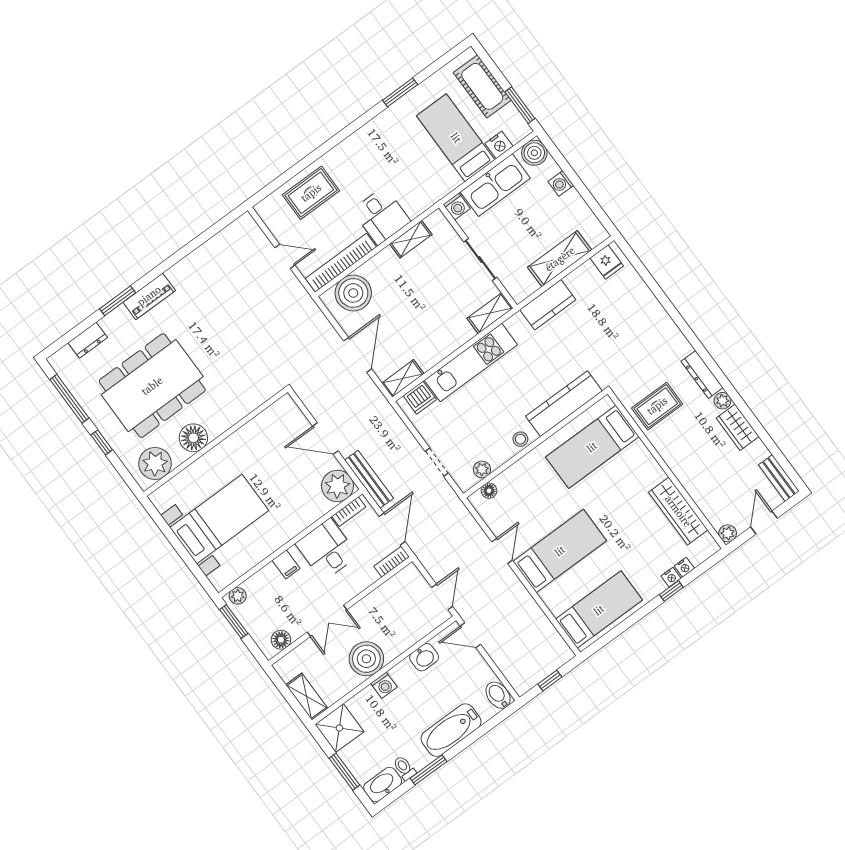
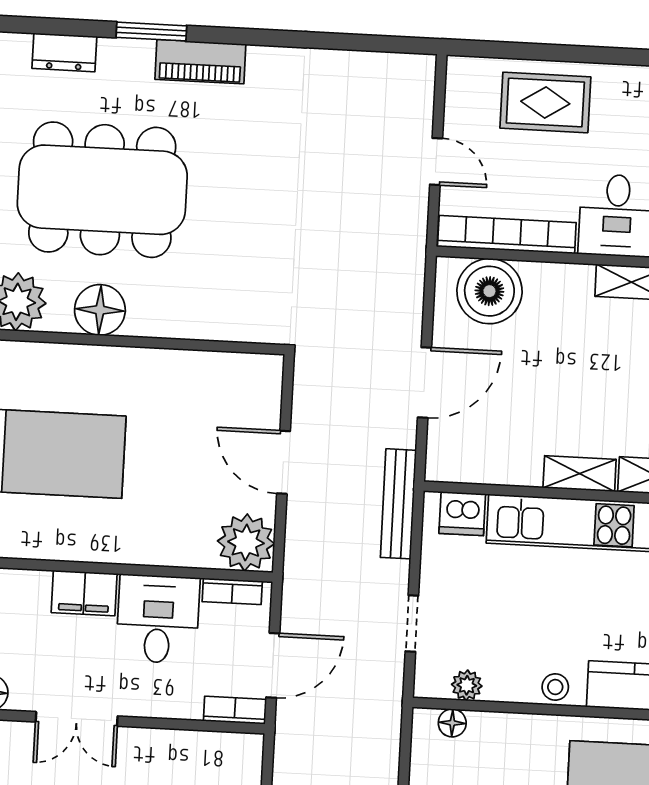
shelving: (403, 378) -> (580, 474), moved
bench: (369, 479) -> (398, 504), moved
filing cabinet: (286, 564) -> (84, 593), width x2.00

